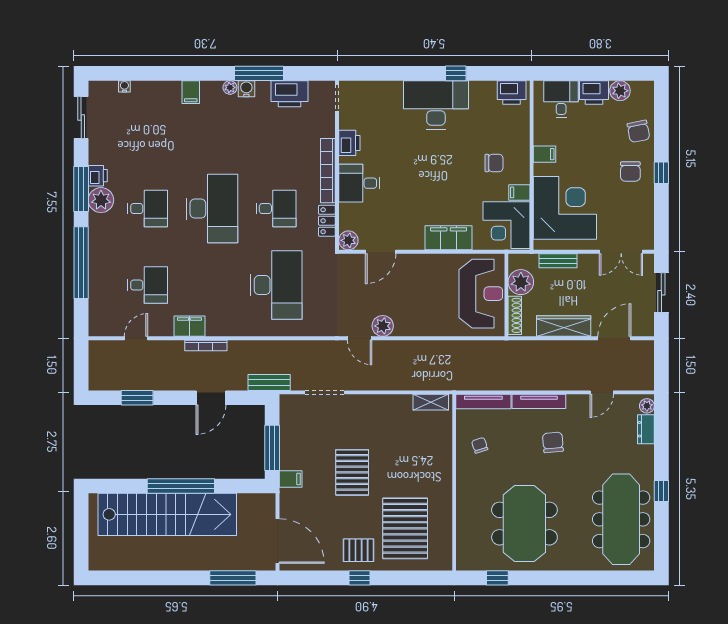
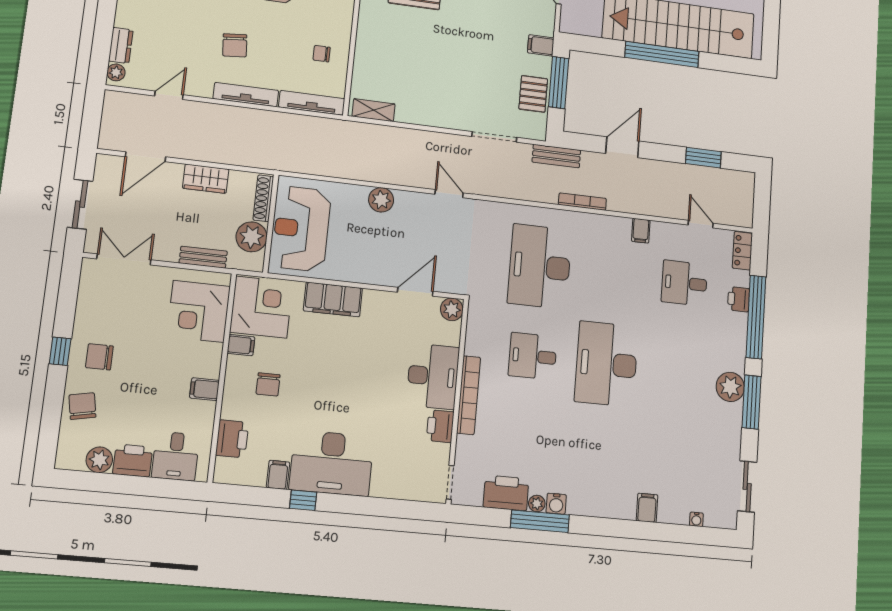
plant: (230, 87) -> (537, 504), moved
filing cabinet: (191, 92) -> (647, 508), moved
filing cabinet: (478, 92) -> (278, 475), added
printer: (512, 92) -> (232, 439), moved, turned 90
chair: (494, 163) -> (268, 384), turned -90
chair: (630, 171) -> (99, 357), turned -90
printer: (98, 176) -> (739, 299), moved
desk: (359, 183) -> (433, 376), width x1.37
corner desk: (565, 208) -> (199, 311), width x0.74, depth x0.74
desk: (147, 209) -> (679, 372), removed
locker: (327, 221) -> (742, 251), moved, turned 180
filing cabinet: (189, 326) -> (641, 231), width x0.50
plant: (383, 326) -> (381, 200), moved
wardrobe: (564, 326) -> (206, 179), width x0.67
door: (136, 338) -> (701, 224), swing flipped
bookcase: (206, 345) -> (582, 202), moved
chair: (480, 445) -> (322, 54), turned 108
pallet: (352, 472) -> (533, 94), moved, width x0.67, depth x0.71

